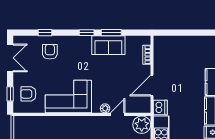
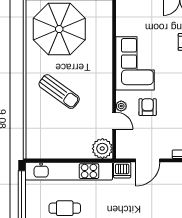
door: (152, 86) -> (148, 160), swing flipped
armchair: (28, 94) -> (148, 107), moved

